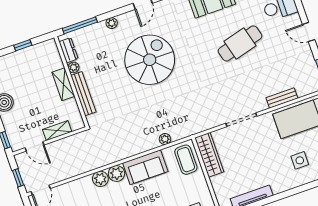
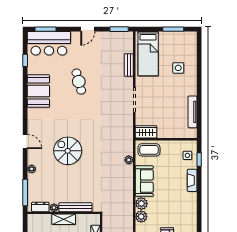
cafe table: (240, 43) -> (79, 81), width x0.73, depth x0.74
spiral stairs: (150, 60) -> (68, 151), width x0.73, depth x0.73
wardrobe: (209, 155) -> (146, 132), width x0.67

